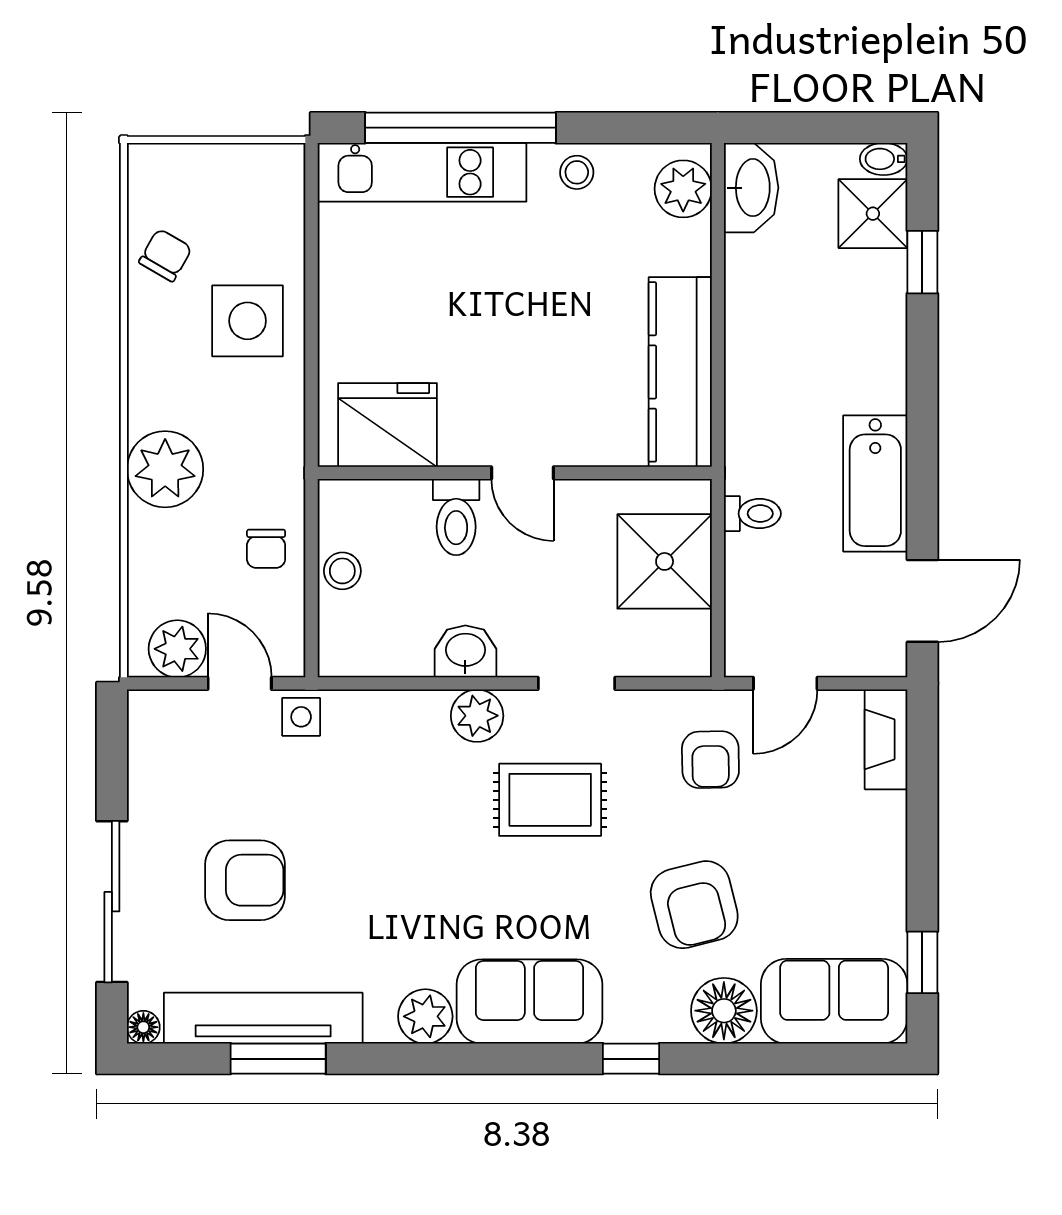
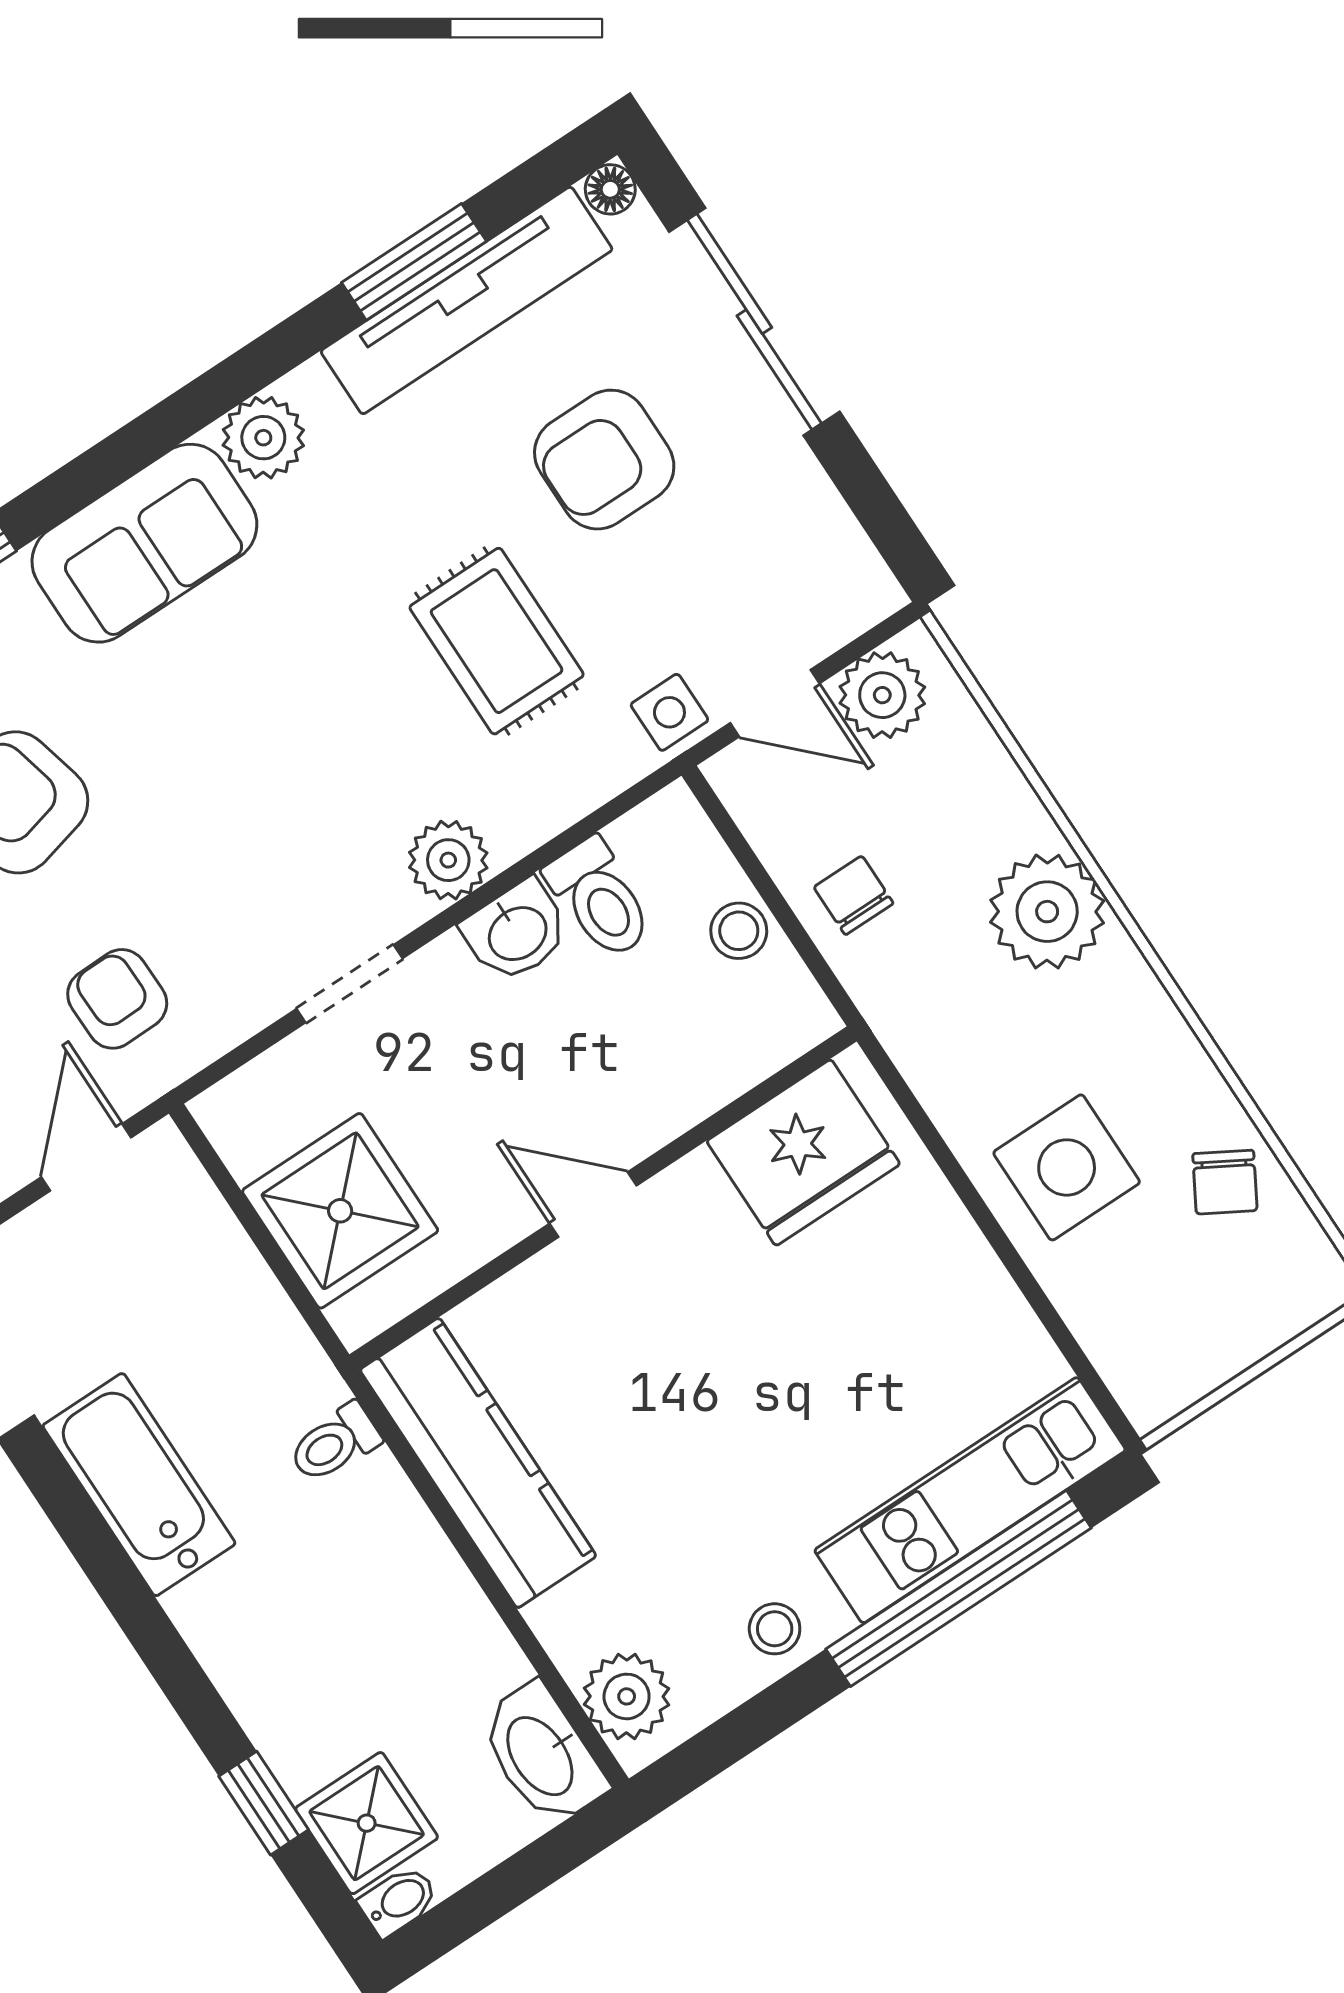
toilet: (752, 514) -> (334, 1443), moved
toilet: (456, 517) -> (600, 899), moved, turned 180
rug: (550, 800) -> (497, 641), moved, turned 90

